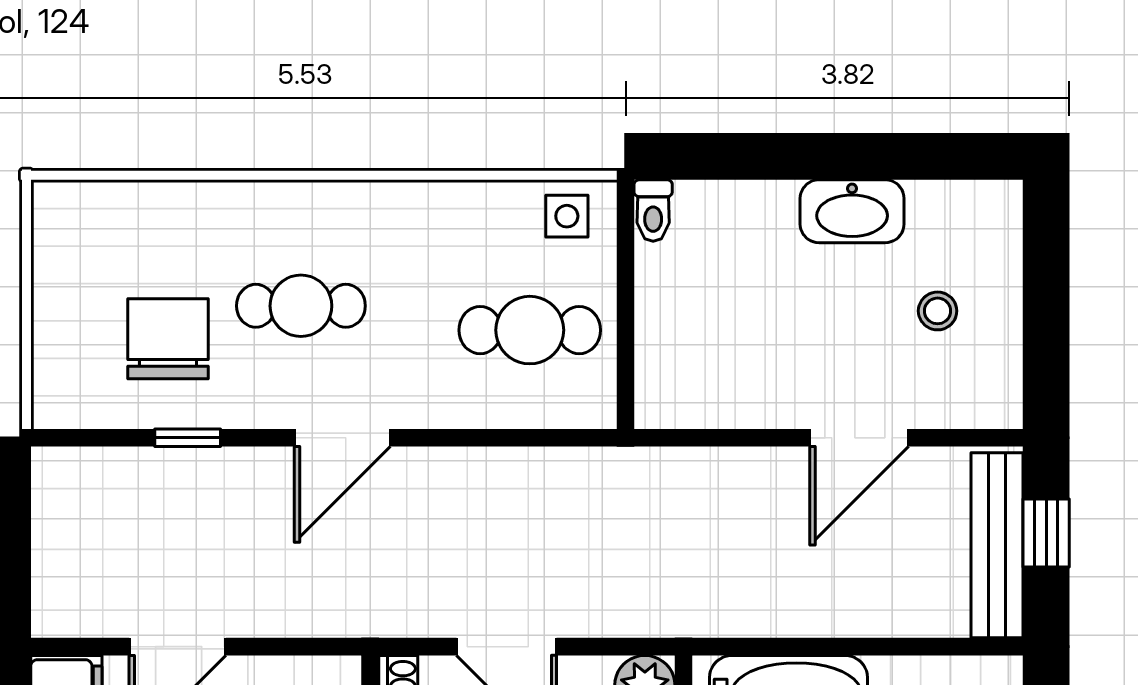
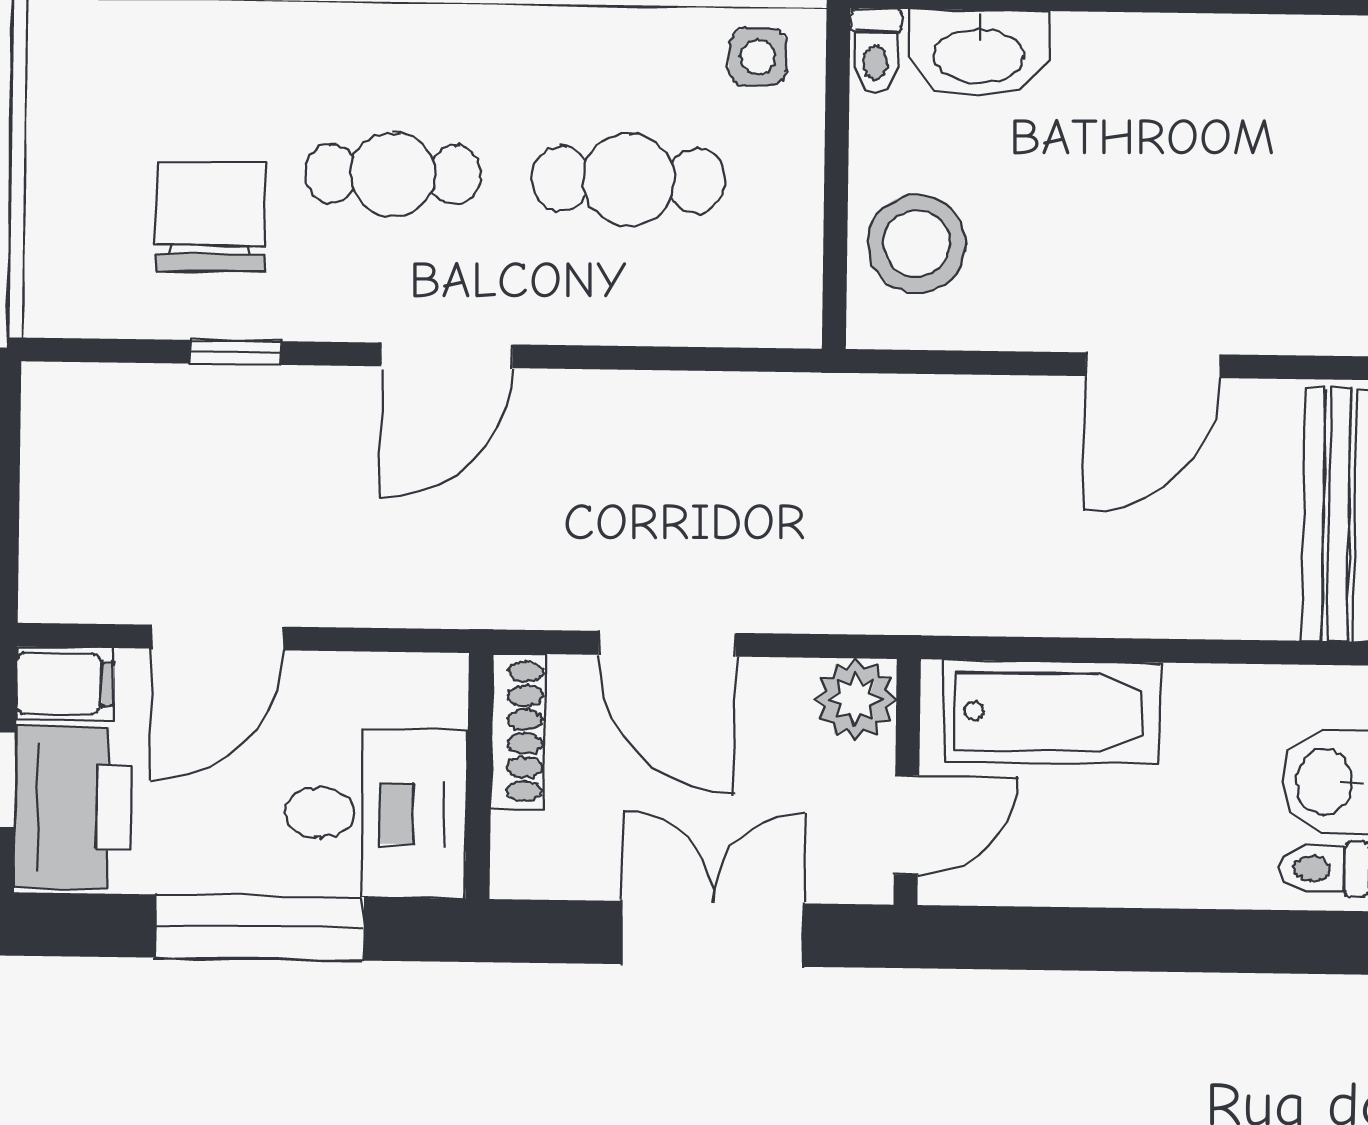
washbasin: (852, 211) -> (979, 53), moved
stool: (938, 311) -> (917, 244), moved, width x1.89, depth x1.89
cafe table: (530, 330) -> (628, 180), moved

